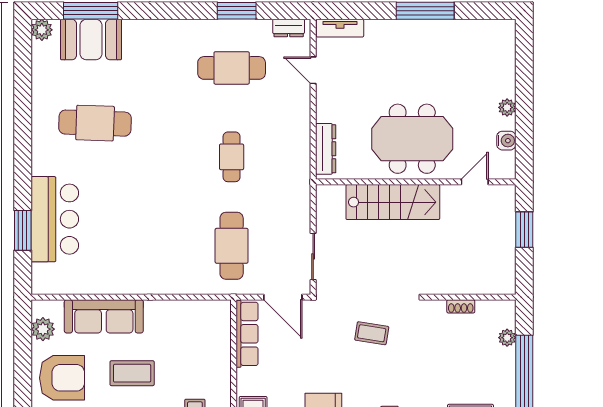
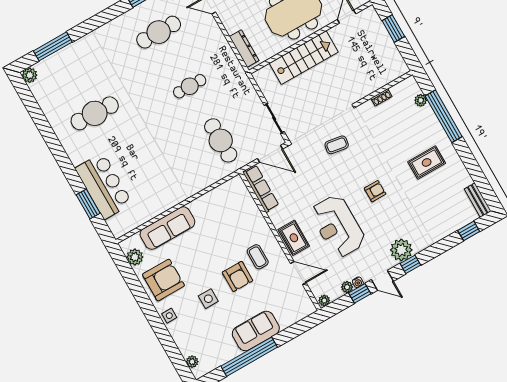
booth: (91, 40) -> (63, 64), removed
cafe table: (232, 157) -> (190, 86), turned 90
coffee table: (132, 373) -> (205, 253), removed

